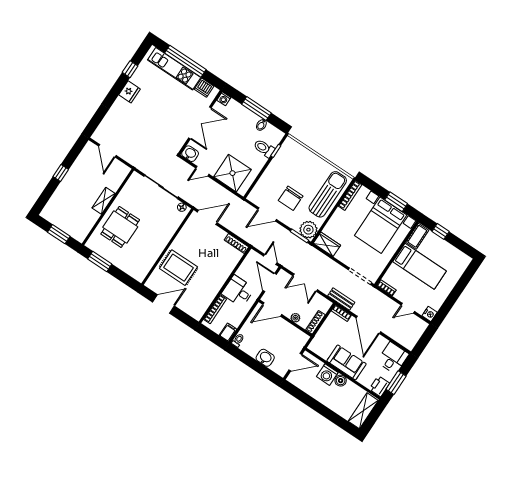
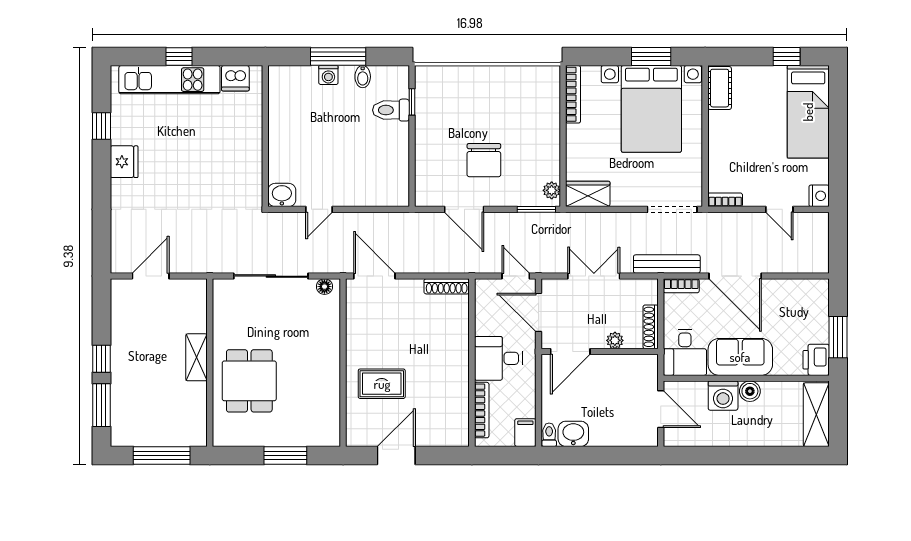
window: (185, 61) -> (179, 57), width x0.32
washing machine: (224, 99) -> (328, 75), moved
double door: (200, 123) -> (265, 137), removed
door: (107, 151) -> (151, 276), swing flipped
shower: (232, 173) -> (368, 181), removed
window: (47, 194) -> (101, 405), added
sun lounger: (328, 194) -> (537, 116), removed
door: (267, 214) -> (464, 209), hinge flipped
door: (207, 217) -> (374, 276), hinge flipped
plant: (308, 230) -> (552, 190), width x0.53, depth x0.53
window: (441, 231) -> (787, 57), moved
window: (59, 234) -> (162, 455), width x1.44
window: (100, 262) -> (285, 455), moved
bed: (420, 266) -> (808, 112), moved, turned 90
rug: (178, 268) -> (382, 384), width x0.73, depth x0.70
double door: (305, 283) -> (594, 276), swing flipped
bench: (341, 299) -> (667, 264), width x1.36
door: (408, 308) -> (779, 209), hinge flipped
washbasin: (265, 358) -> (573, 434), moved
desk: (393, 358) -> (685, 352), moved, turned 180
door: (295, 362) -> (661, 409), hinge flipped

